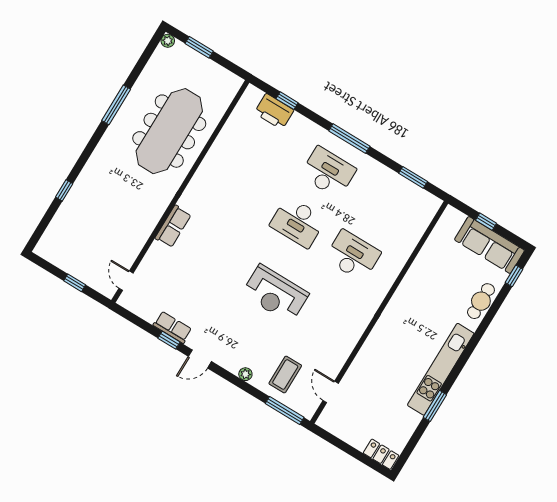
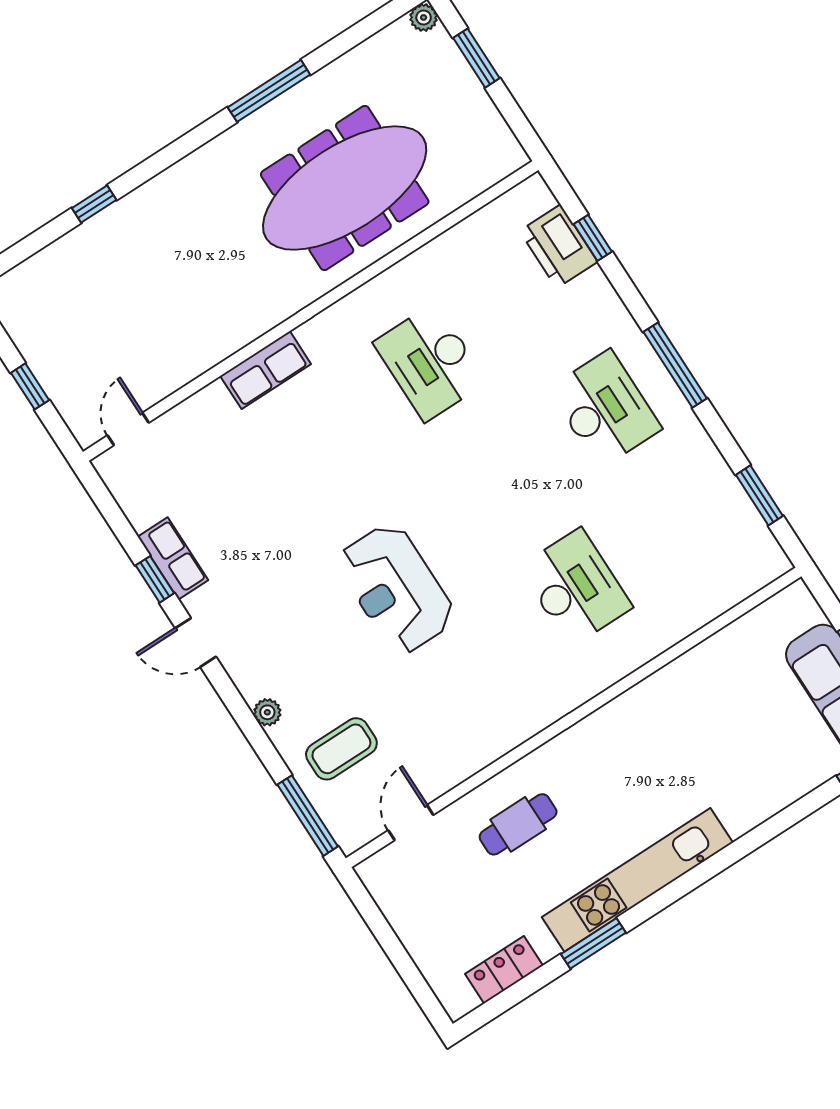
desk: (298, 222) -> (430, 362), moved
cafe table: (481, 301) -> (518, 824), moved
locker: (381, 454) -> (504, 970), moved, turned -90

